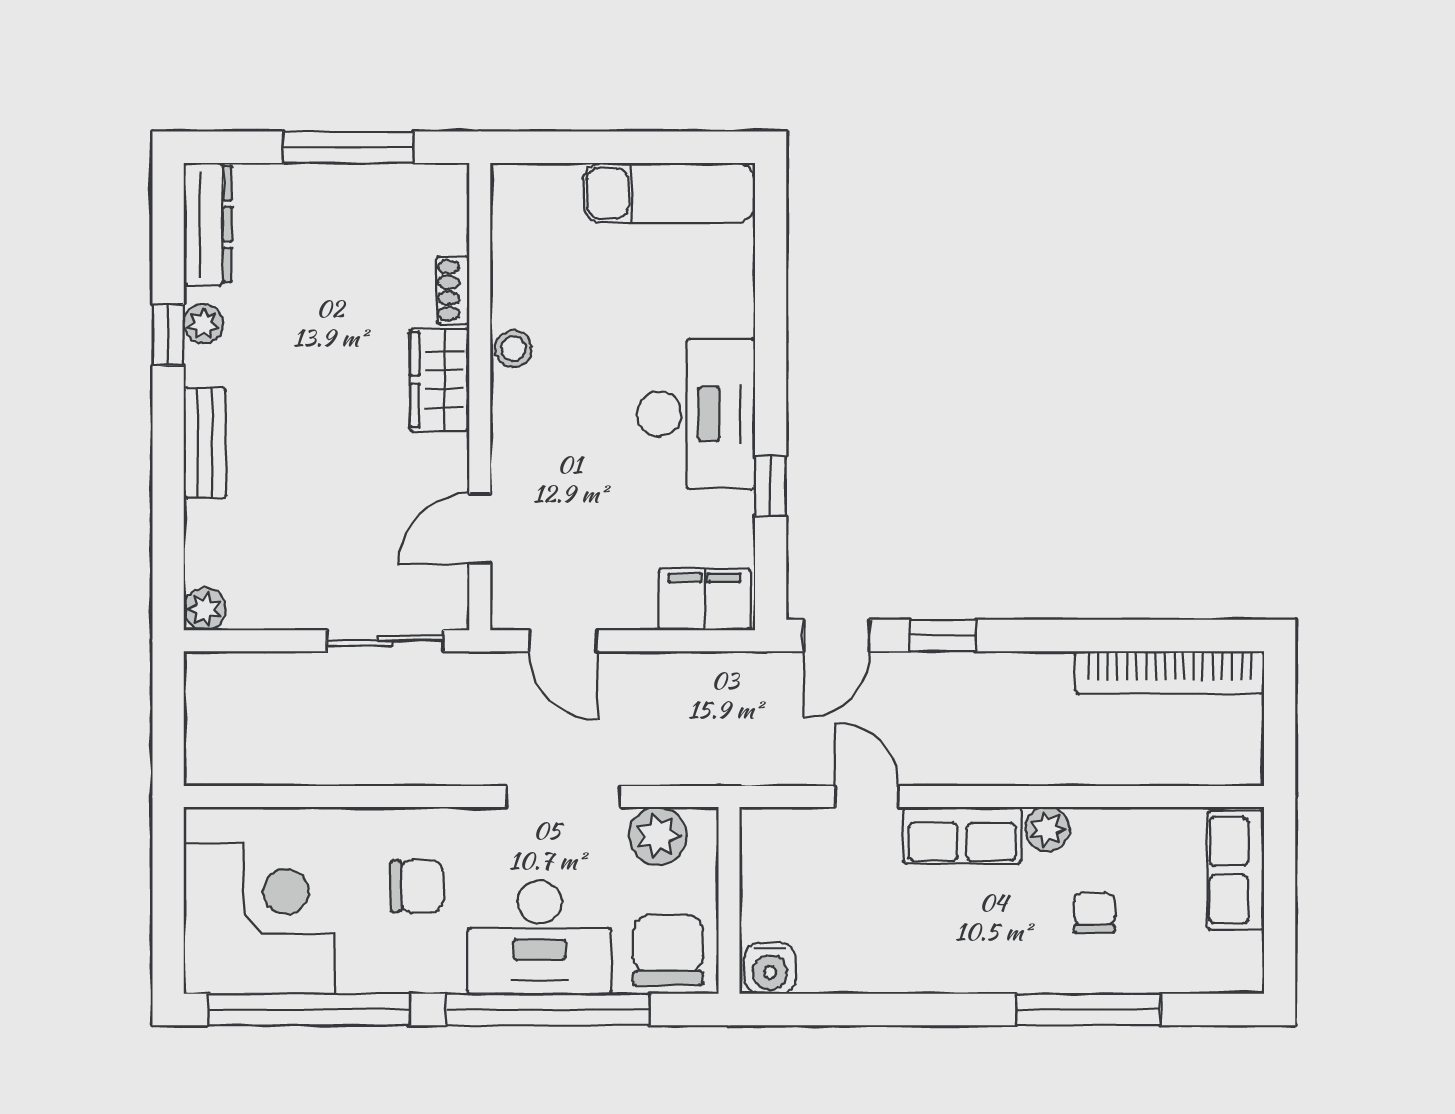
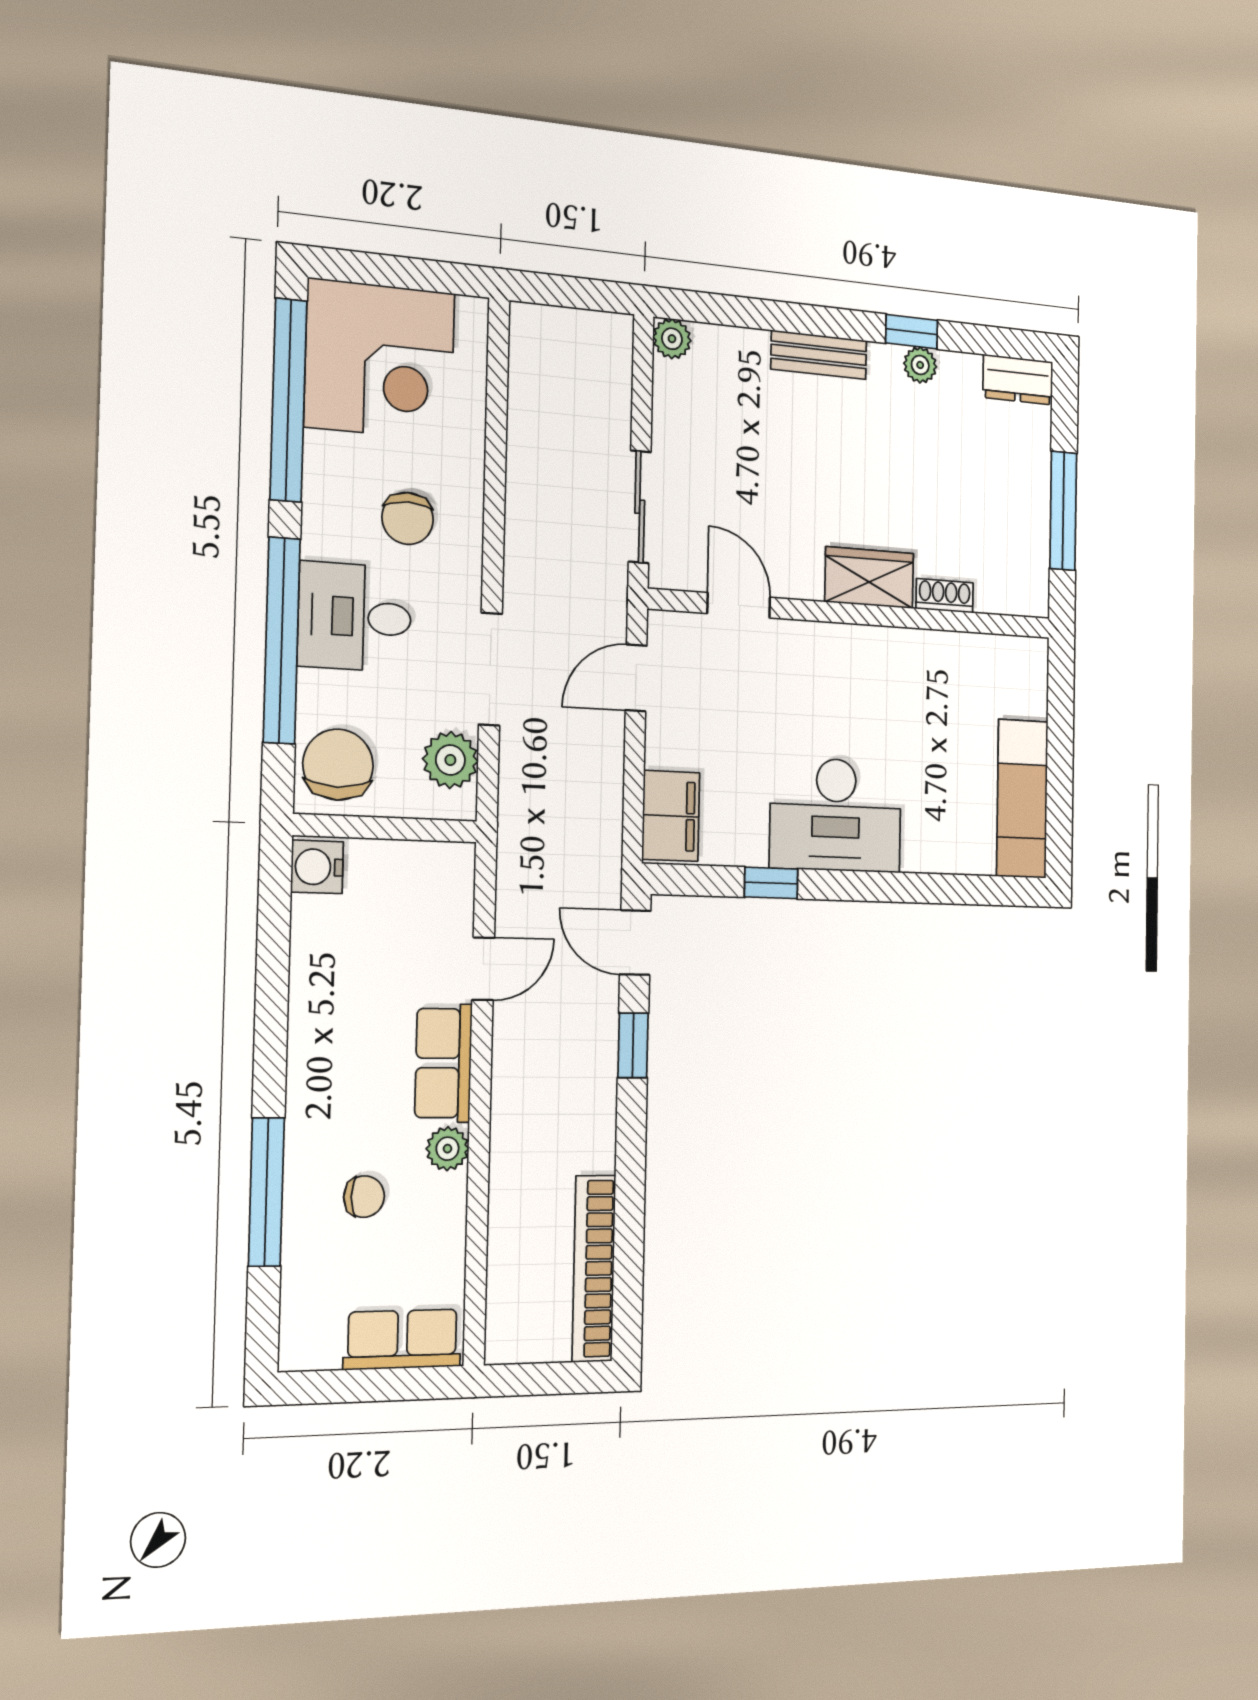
dresser: (208, 224) -> (1018, 380), width x0.70
stool: (514, 349) -> (895, 648), removed
desk: (539, 937) -> (355, 617), width x0.73
chair: (668, 950) -> (338, 765), turned -90

